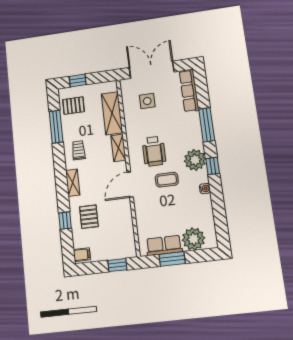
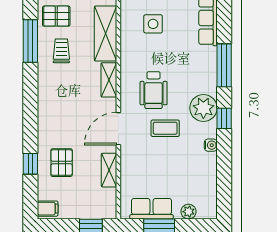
trolley: (79, 150) -> (61, 51), moved
shelving: (73, 183) -> (109, 170), moved
plant: (193, 239) -> (188, 212), width x0.53, depth x0.53

